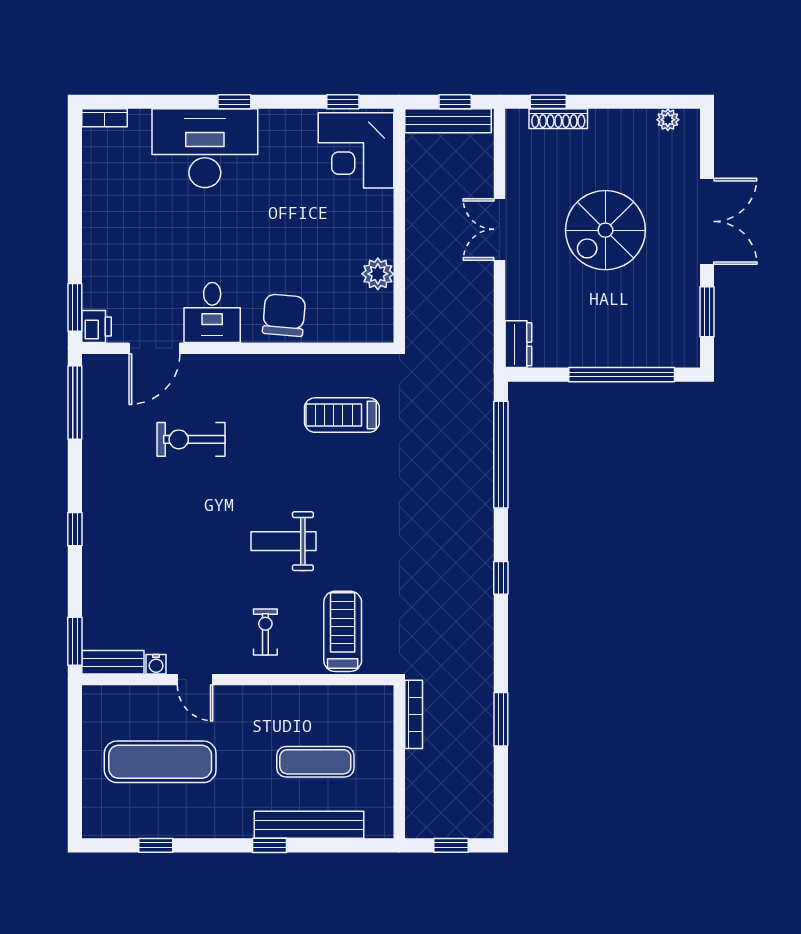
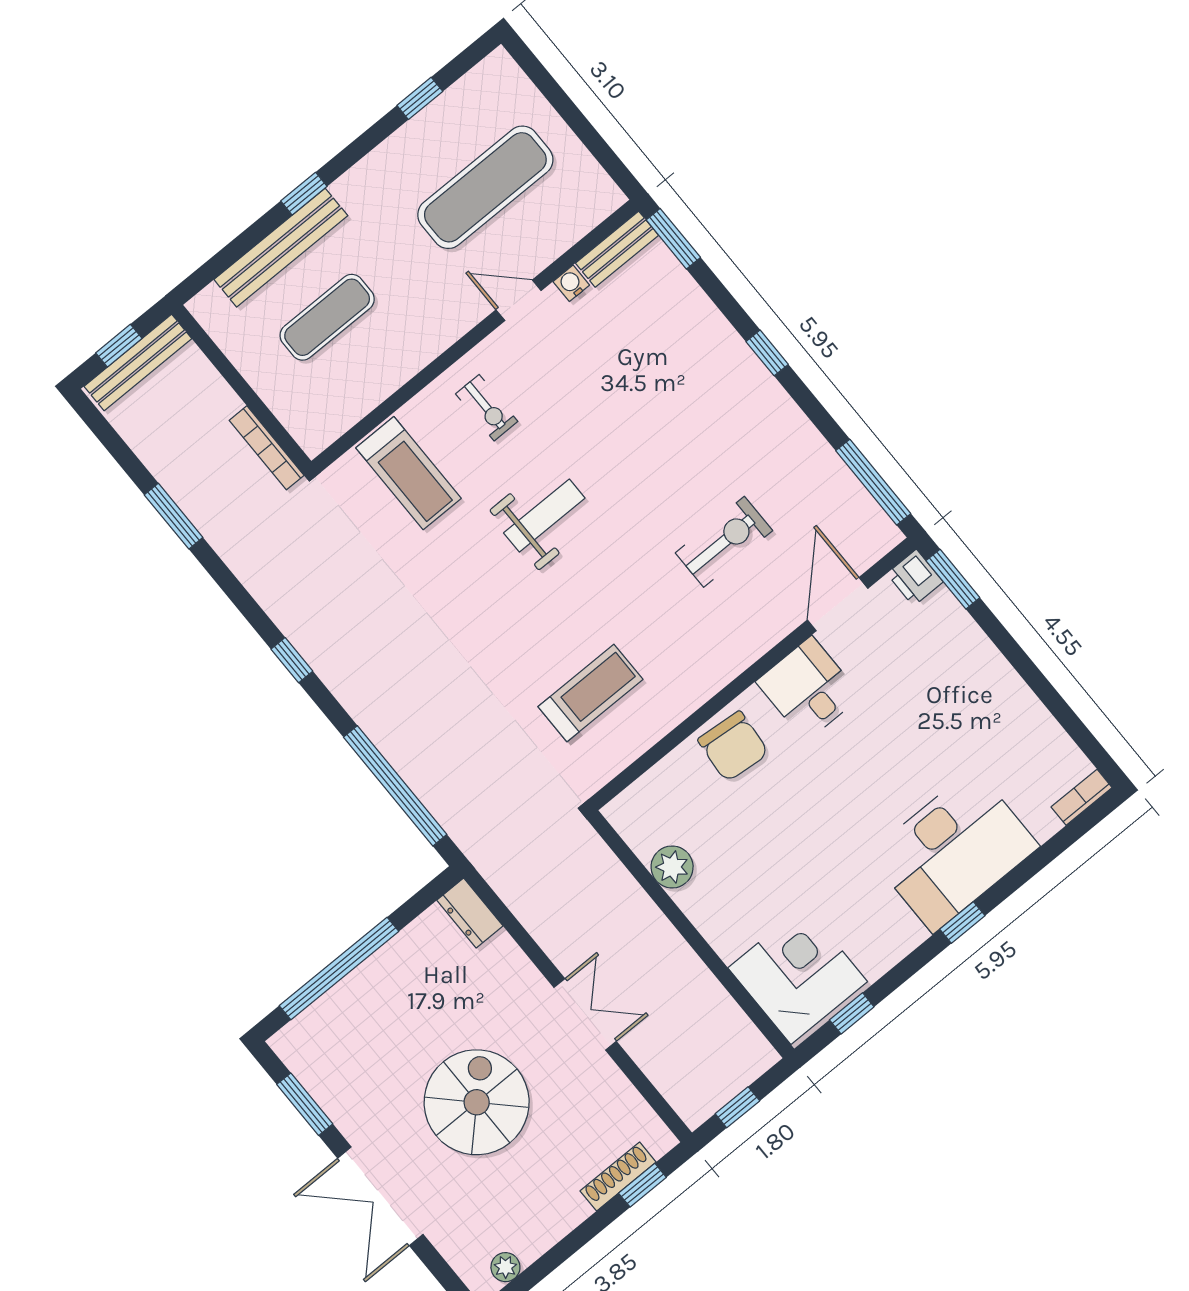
bench: (448, 121) -> (138, 362), moved

